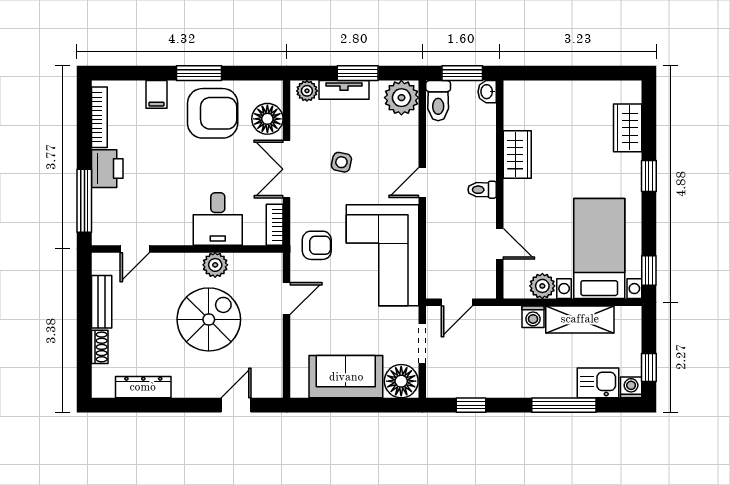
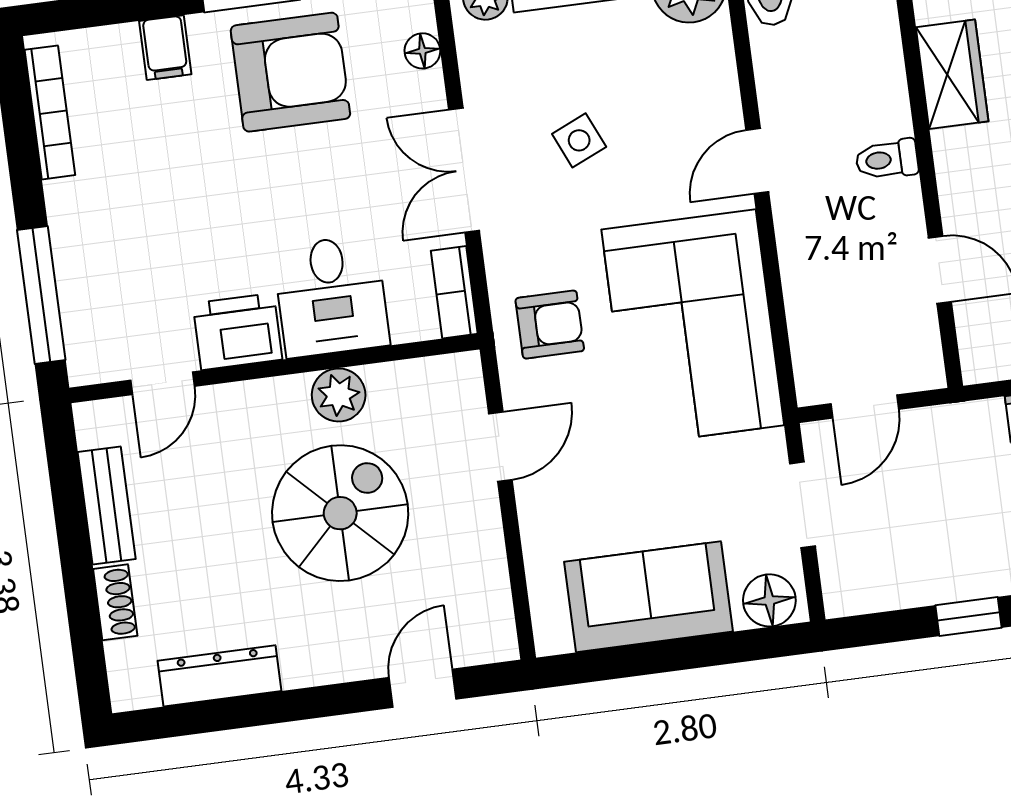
floor lamp: (267, 119) -> (422, 51), width x0.53, depth x0.53
side table: (341, 162) -> (579, 140), turned -36
printer: (107, 169) -> (237, 332), moved, turned -90
floor lamp: (401, 381) -> (769, 600), width x0.73, depth x0.73
window: (471, 405) -> (968, 616), moved

